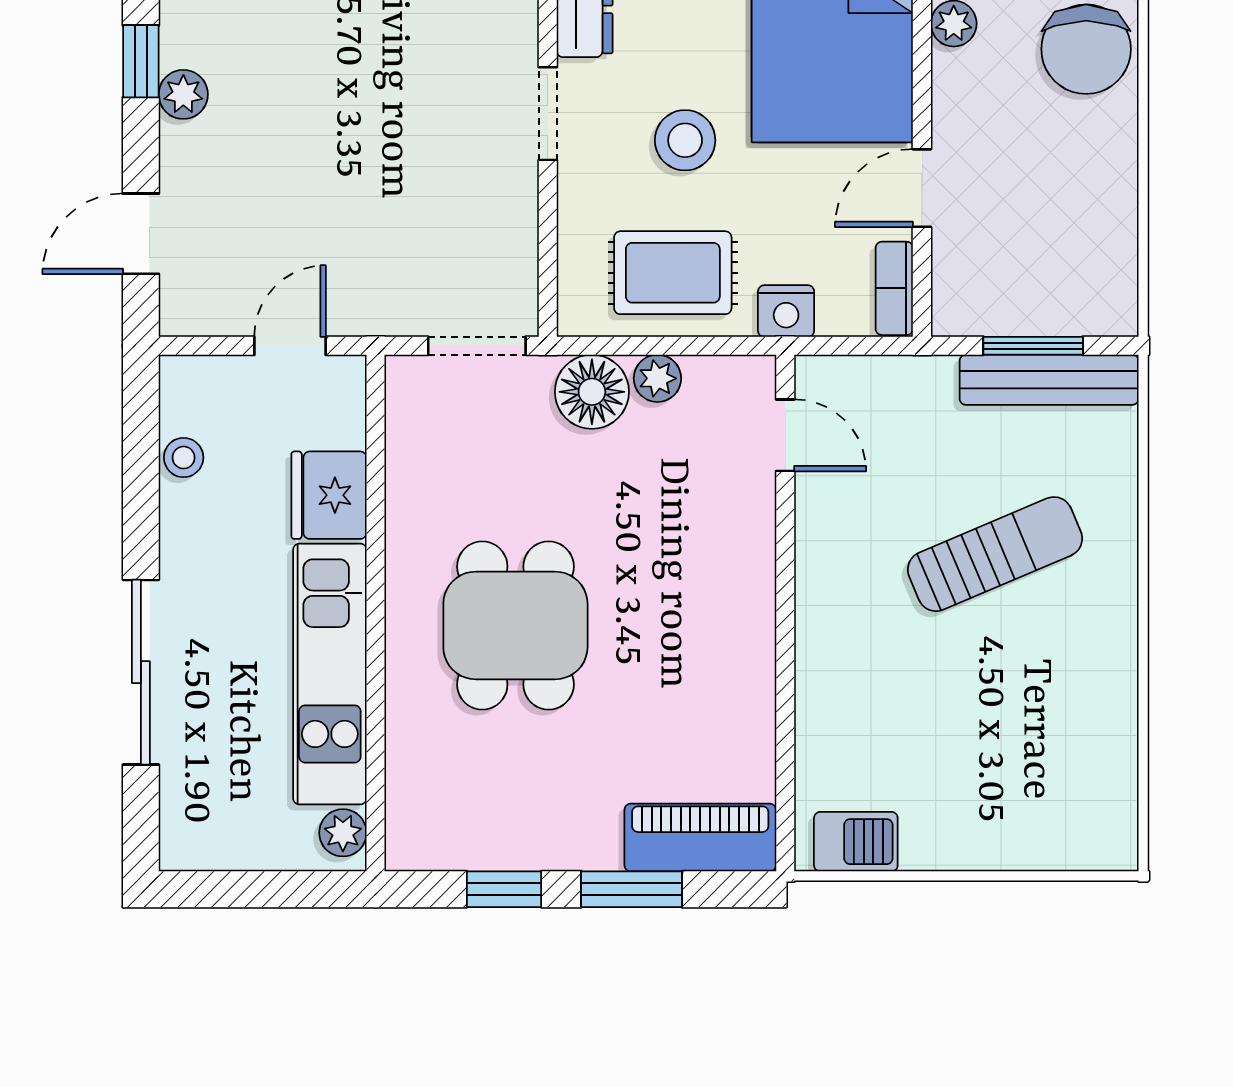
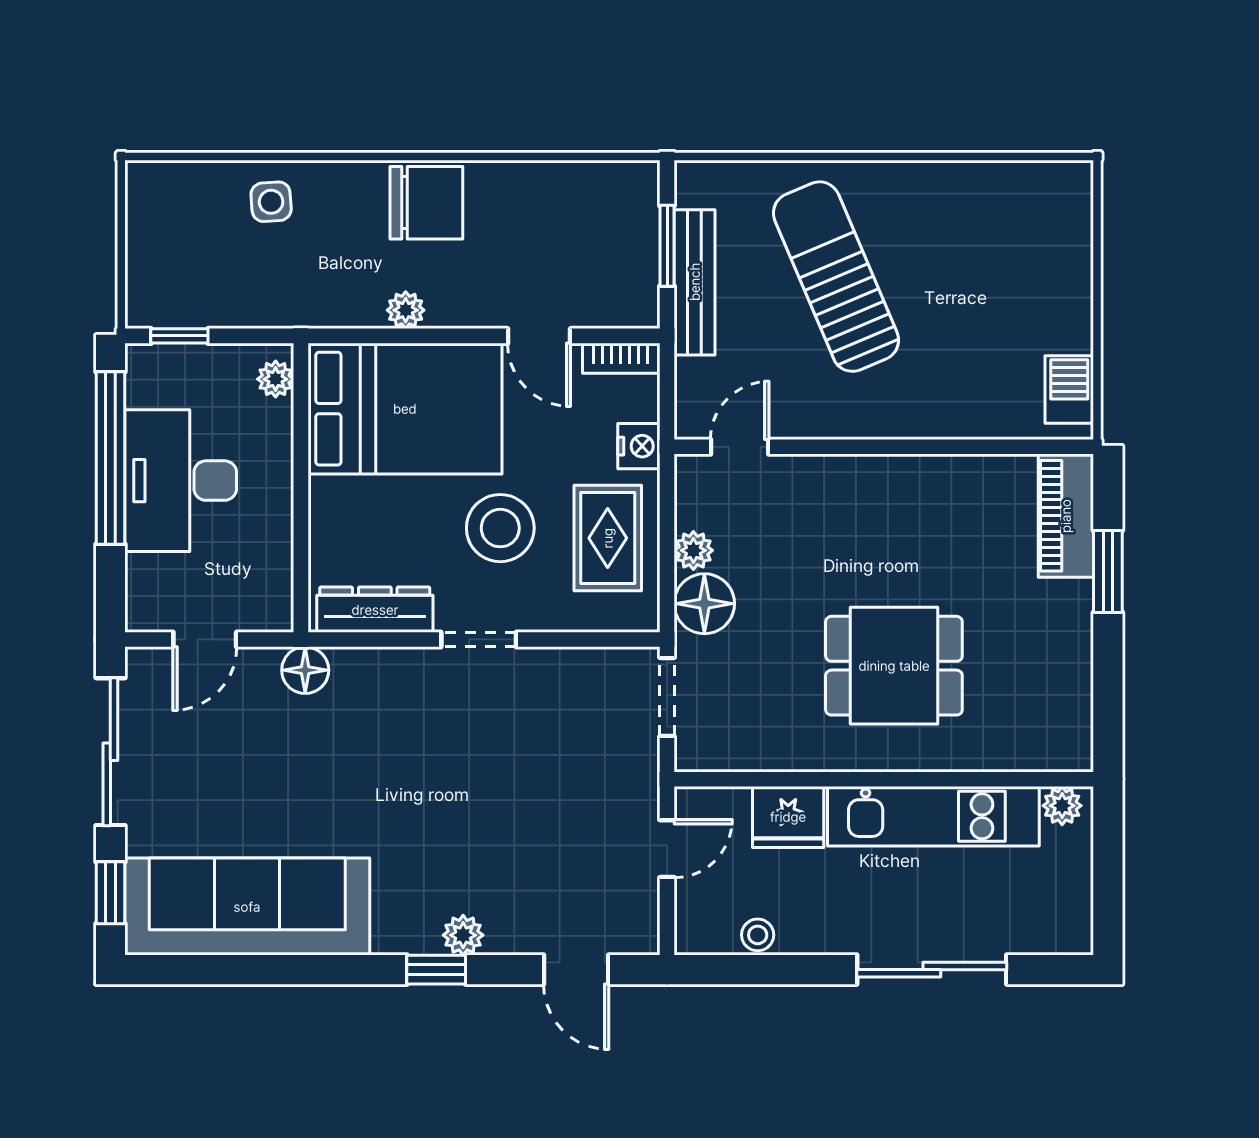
stool: (685, 140) -> (500, 528), width x1.38, depth x1.38
door: (290, 346) -> (667, 849), swing flipped
bench: (1049, 380) -> (695, 282), moved
sun lounger: (995, 554) -> (836, 277), width x1.36, depth x1.34
window: (504, 889) -> (1108, 675), removed

